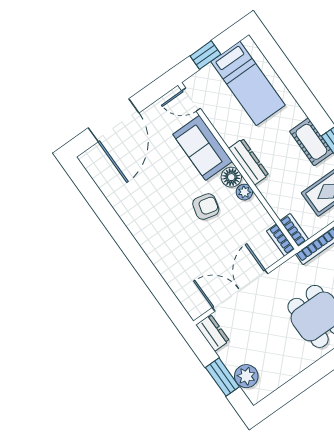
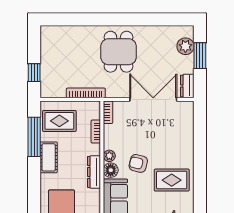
rug: (155, 215) -> (172, 180), added
bookcase: (294, 230) -> (96, 132), moved
double door: (240, 291) -> (153, 99), swing flipped

